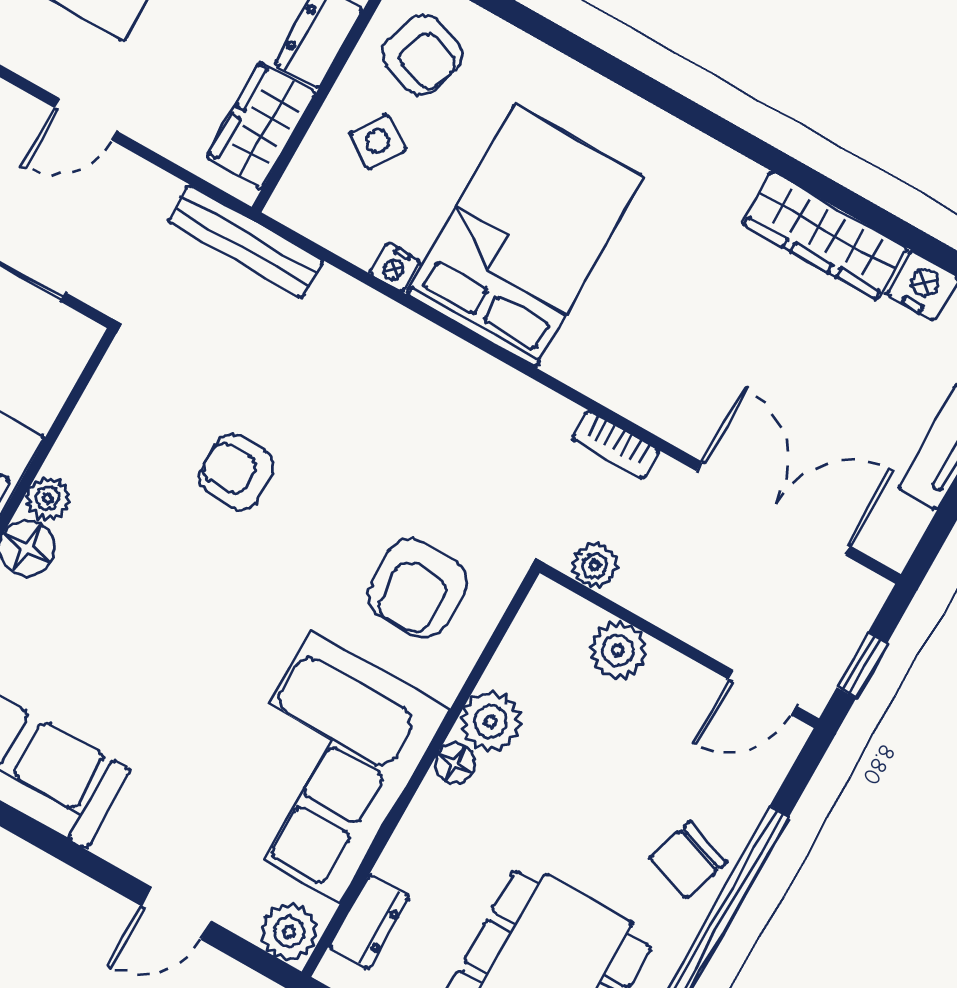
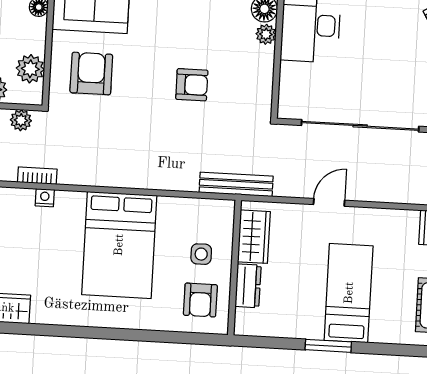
armchair: (422, 55) -> (200, 300), turned -109
side table: (378, 141) -> (201, 254), turned -34
nightstand: (395, 267) -> (45, 198), moved
plant: (491, 721) -> (30, 69), moved

